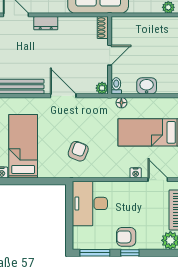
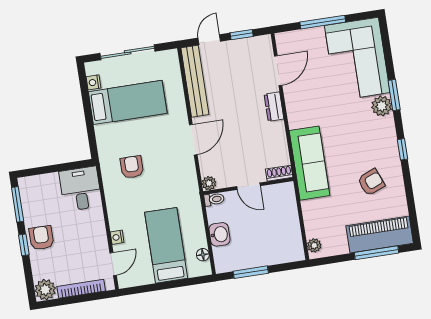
floor lamp: (121, 103) -> (203, 255), moved
armchair: (78, 151) -> (132, 167), turned -111
desk: (90, 203) -> (80, 189), width x0.73

